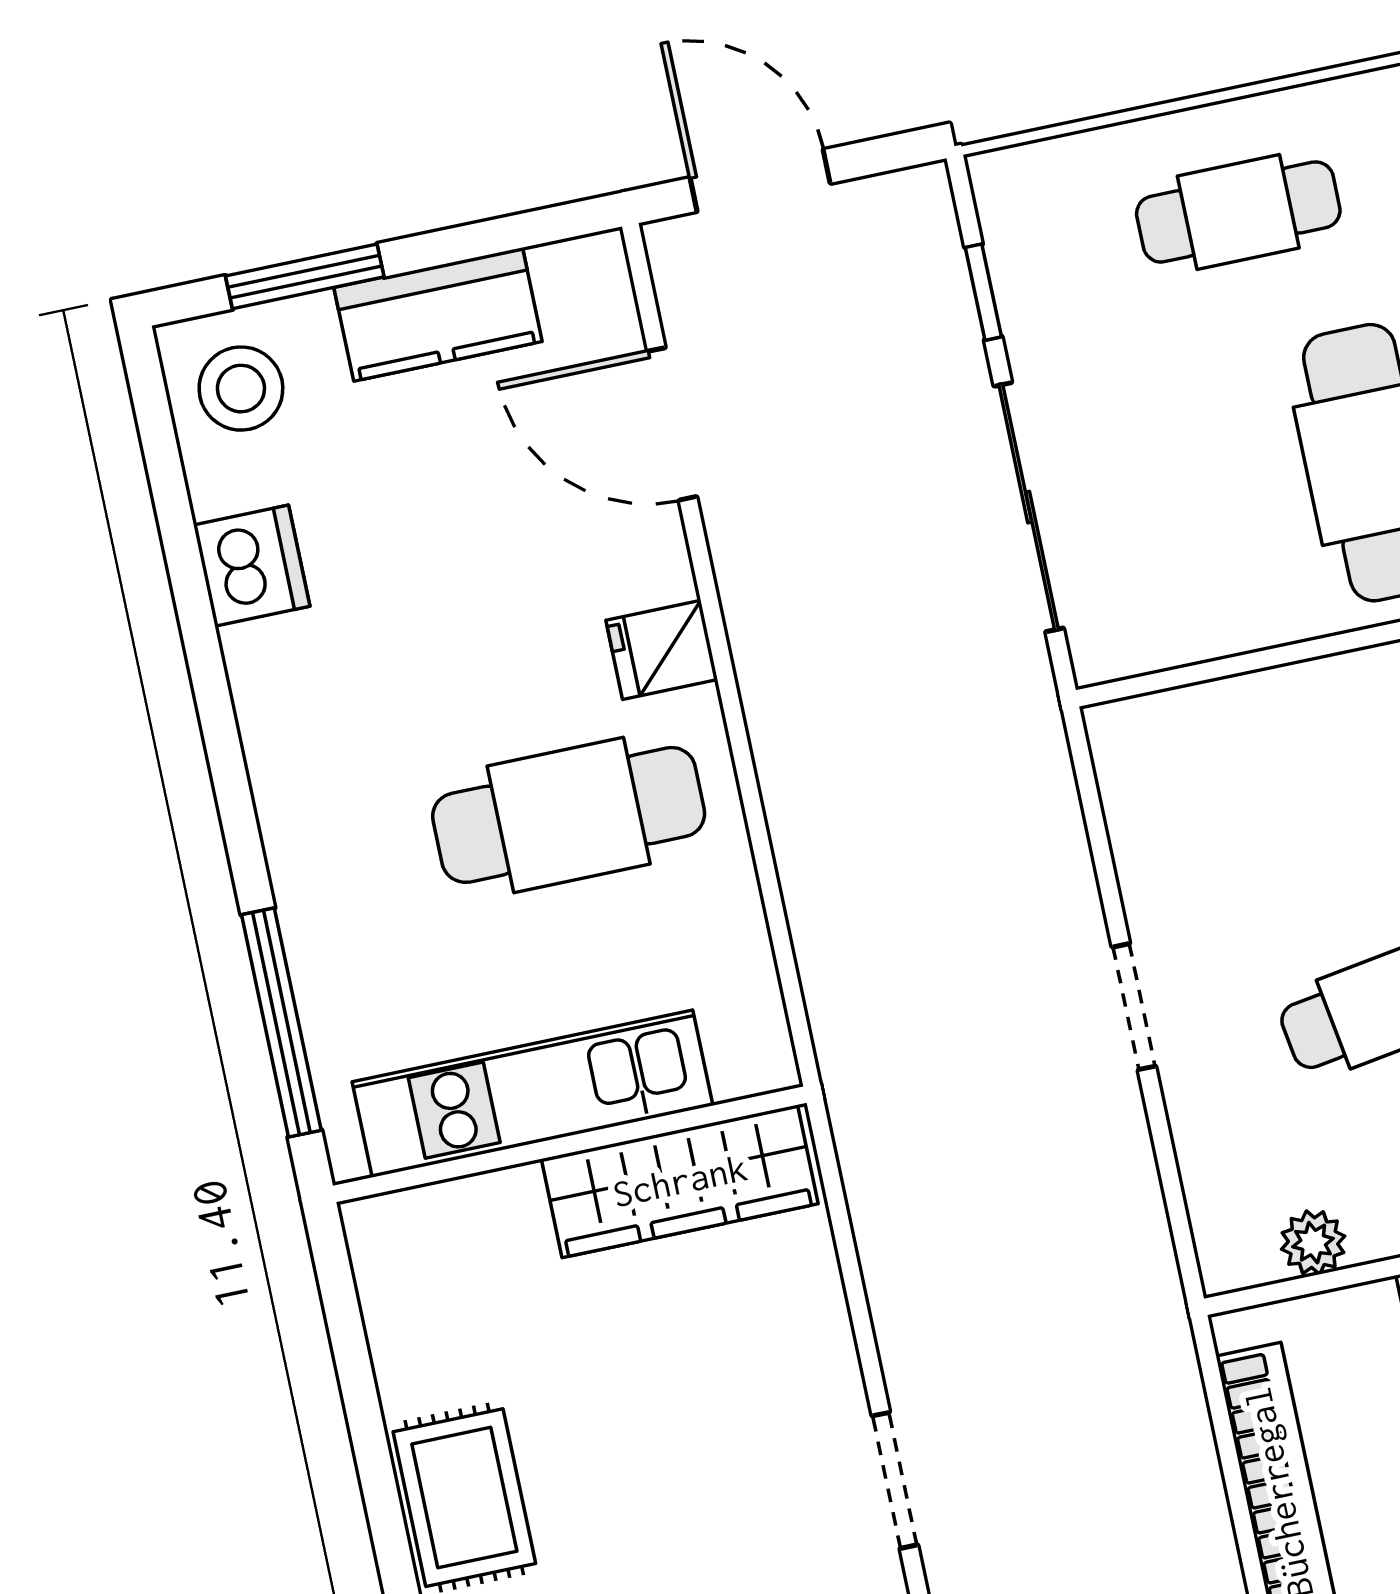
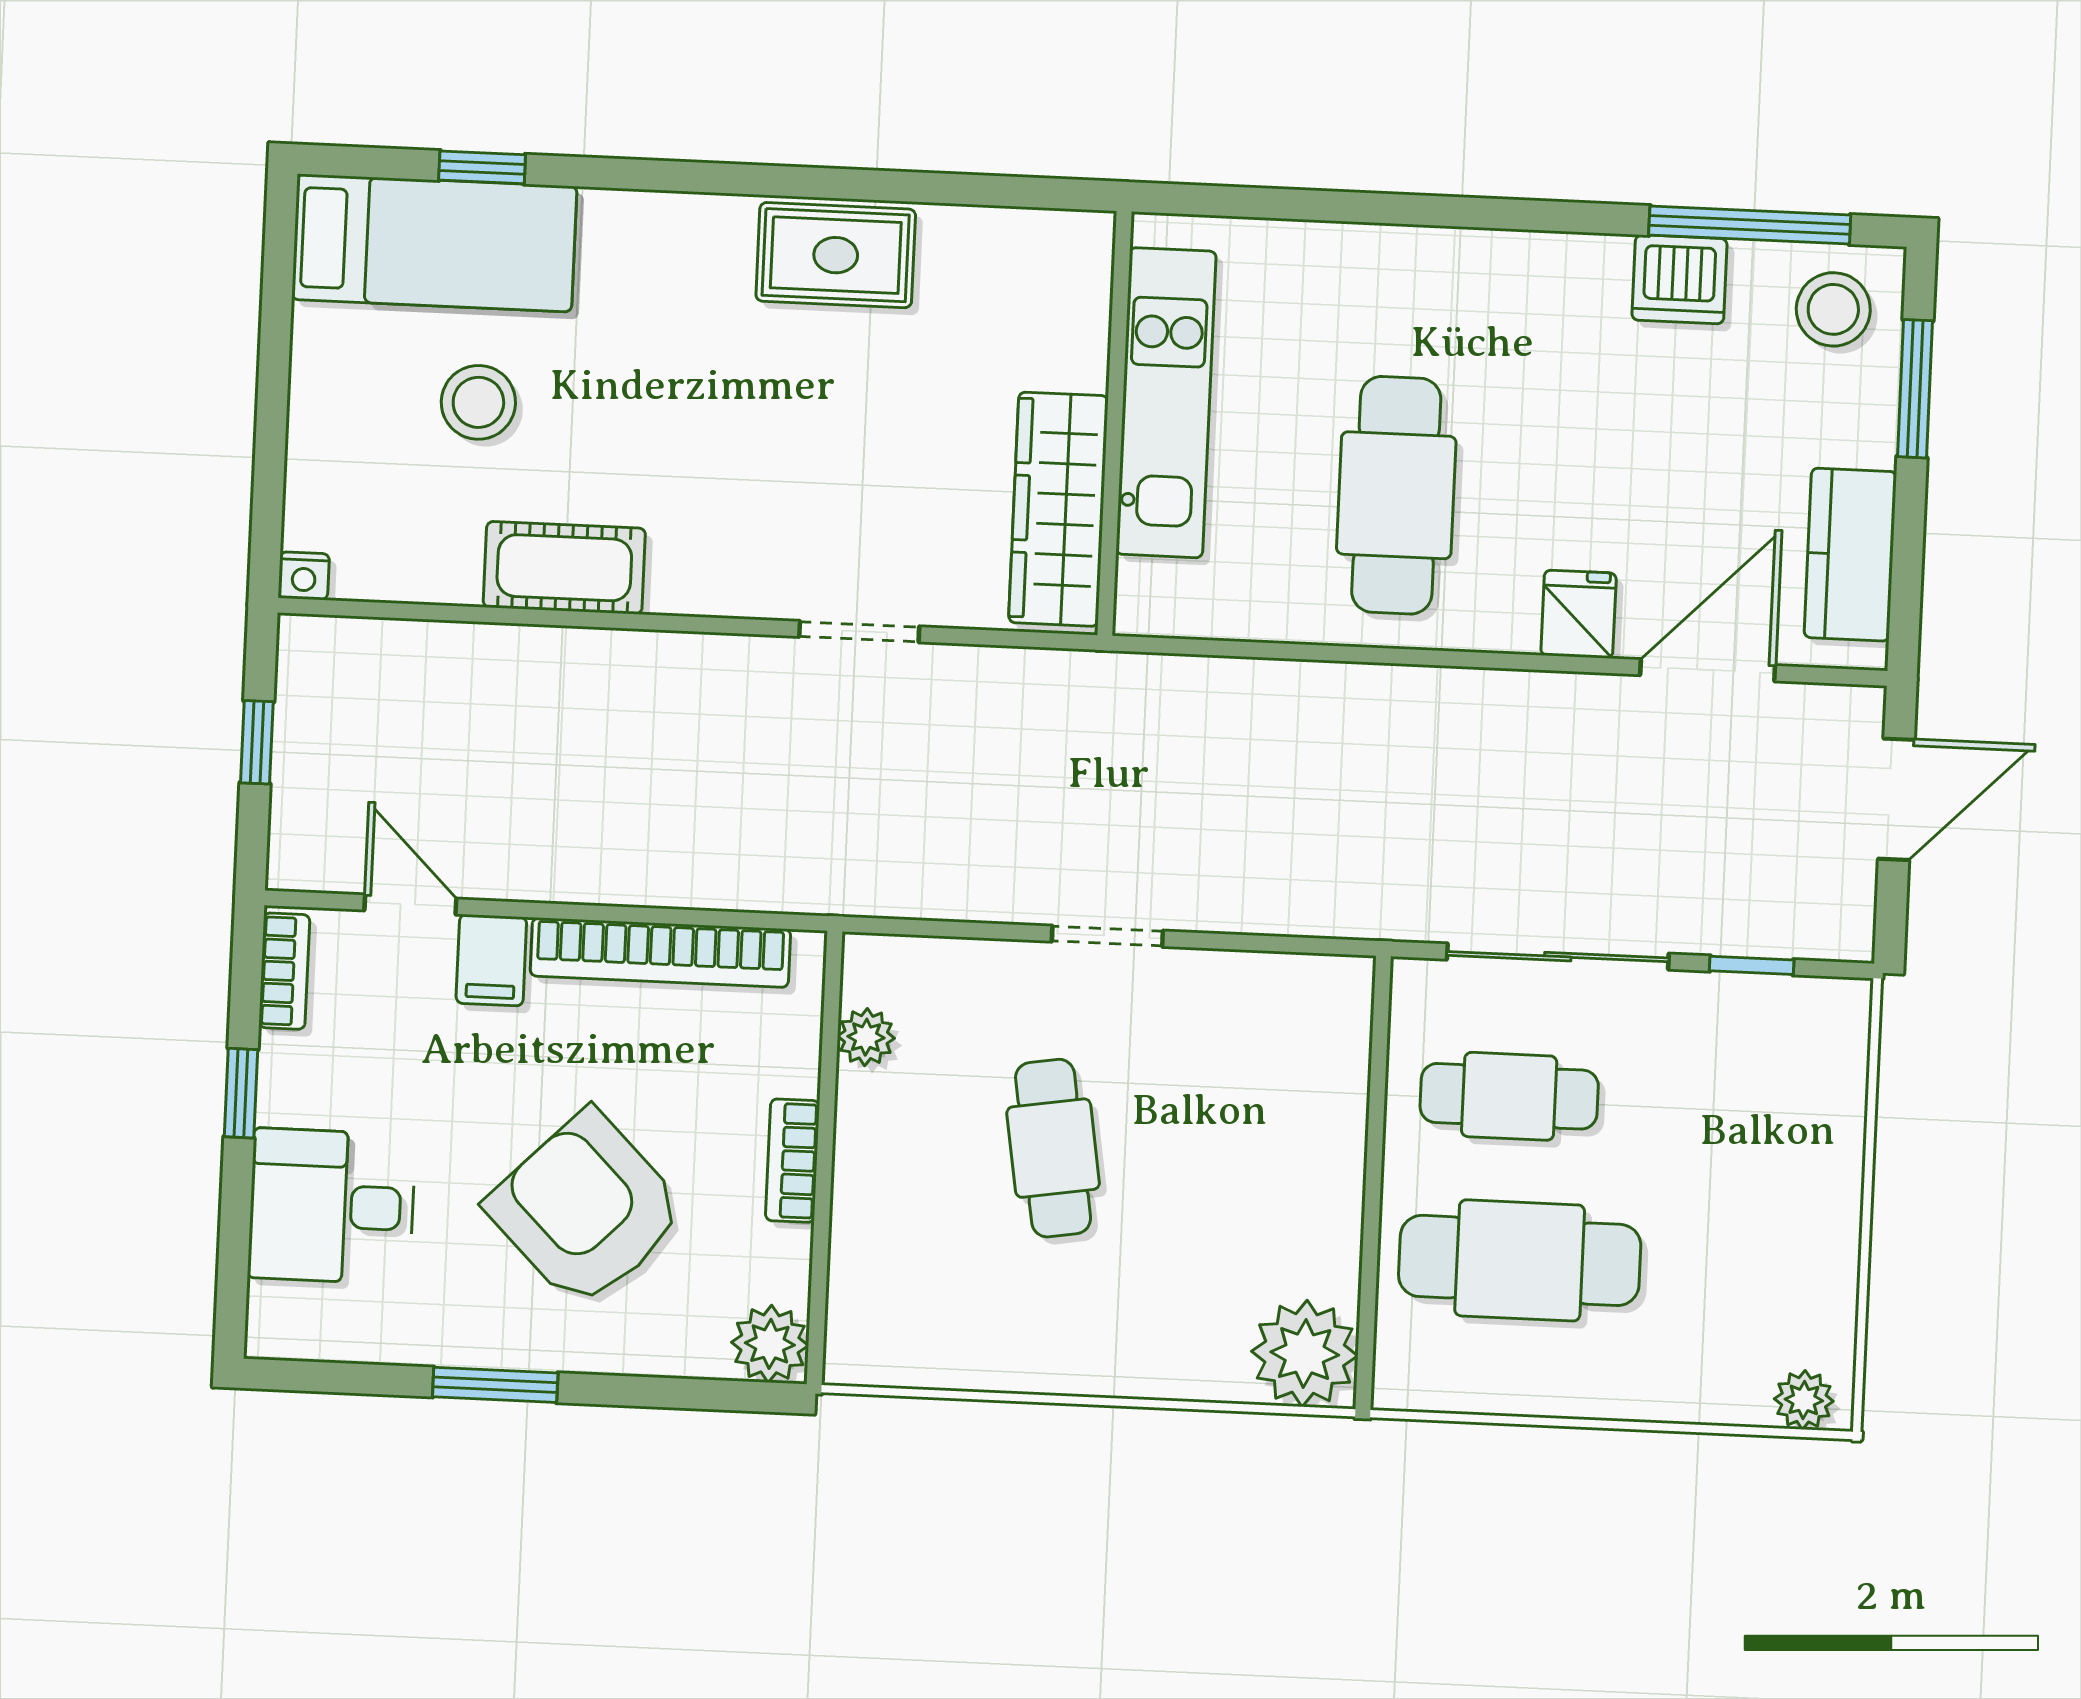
cafe table: (1238, 212) -> (1509, 1096), moved, turned 90
kitchen counter: (438, 314) -> (1850, 555), moved
fridge: (662, 650) -> (1579, 614), moved
window: (281, 1022) -> (1750, 225), moved
doorway: (895, 1480) -> (859, 632), moved

